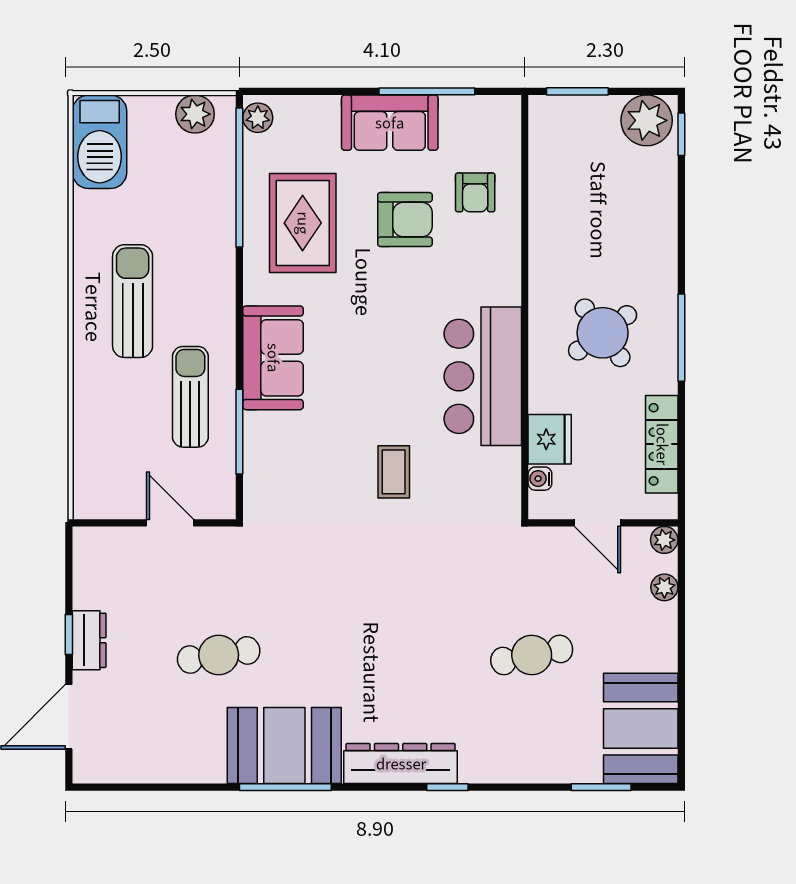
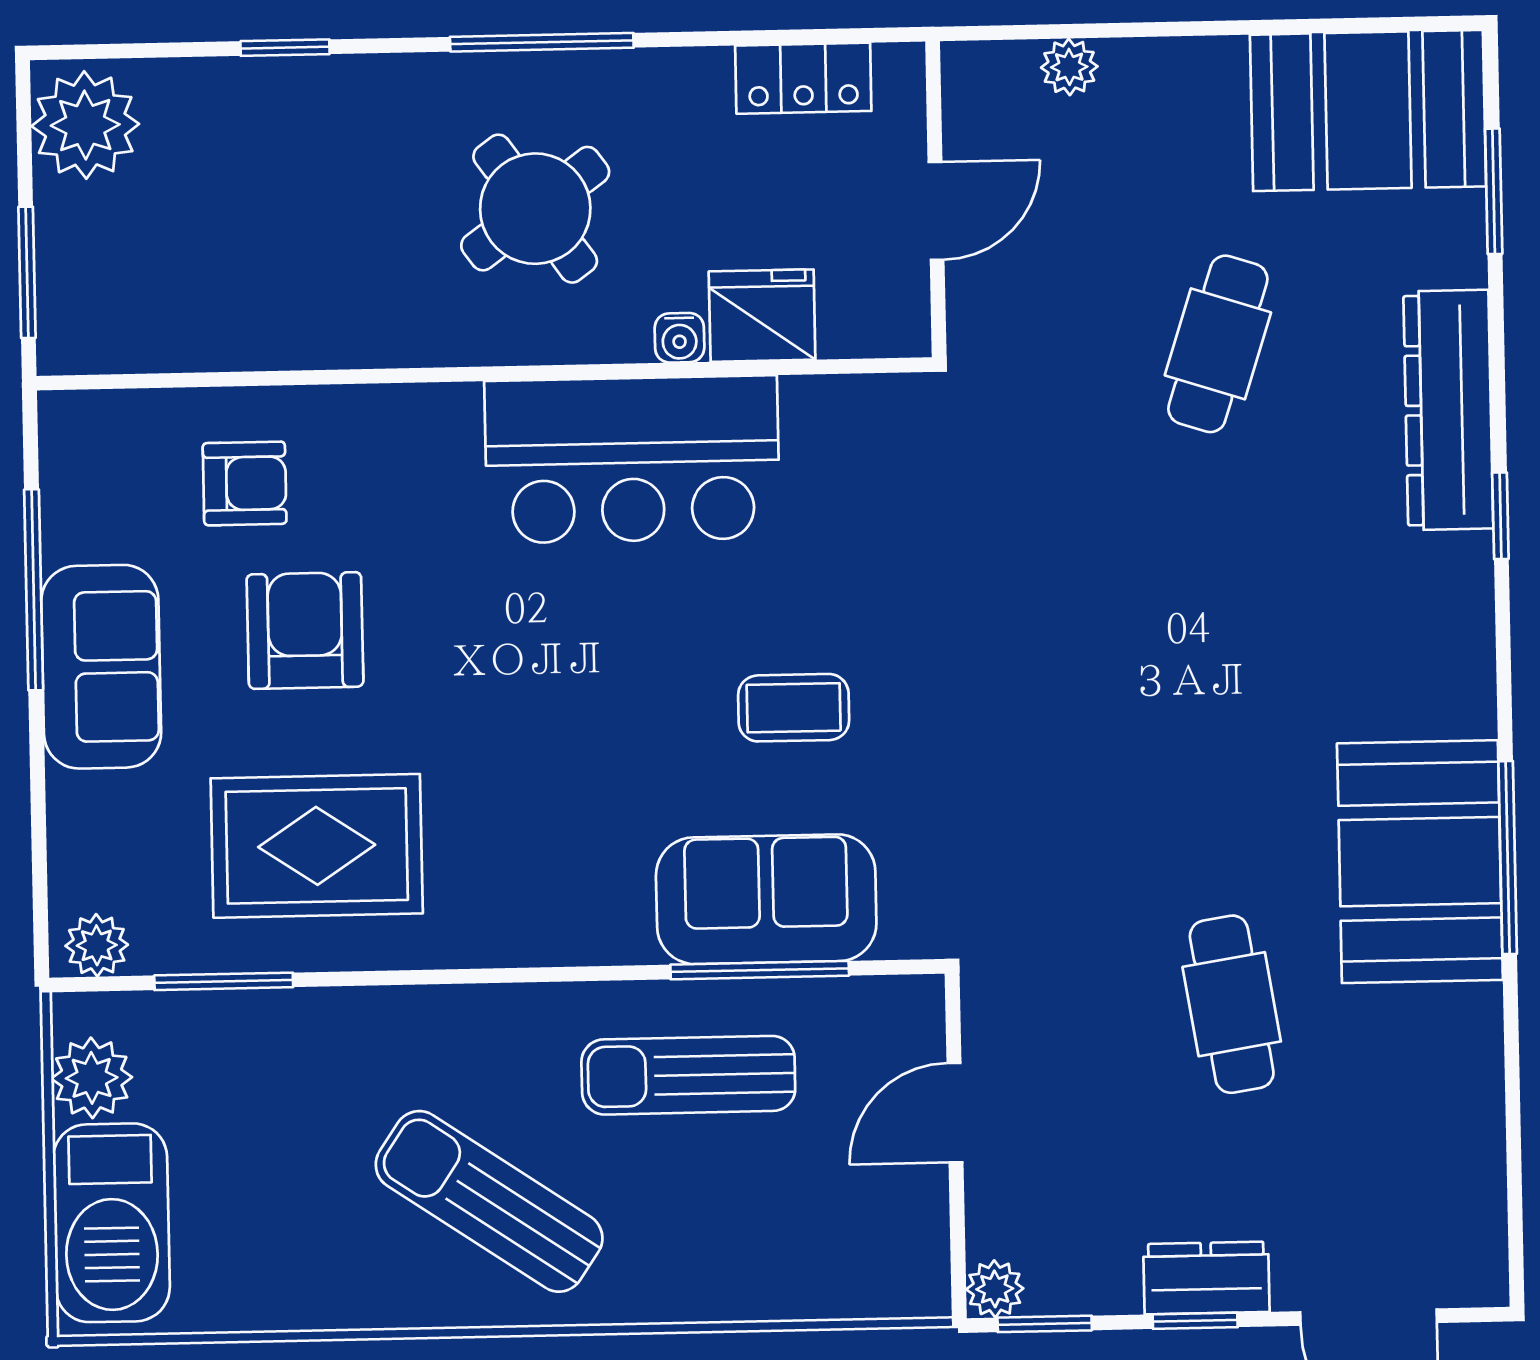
window: (681, 134) -> (285, 48), moved
barbecue: (100, 142) -> (111, 1223), moved, turned 90
window: (239, 178) -> (224, 981), width x0.47
sun lounger: (133, 301) -> (489, 1201), turned 34
sofa: (273, 358) -> (766, 899), moved
locker: (662, 444) -> (803, 78), width x0.66
coffee table: (394, 472) -> (794, 708), moved
water cooler: (540, 479) -> (679, 338), moved
plant: (664, 540) -> (995, 1289), moved
window: (69, 563) -> (1045, 1324), added
cafe table: (532, 655) -> (1218, 344), turned 30
dresser: (401, 764) -> (1448, 410), moved

